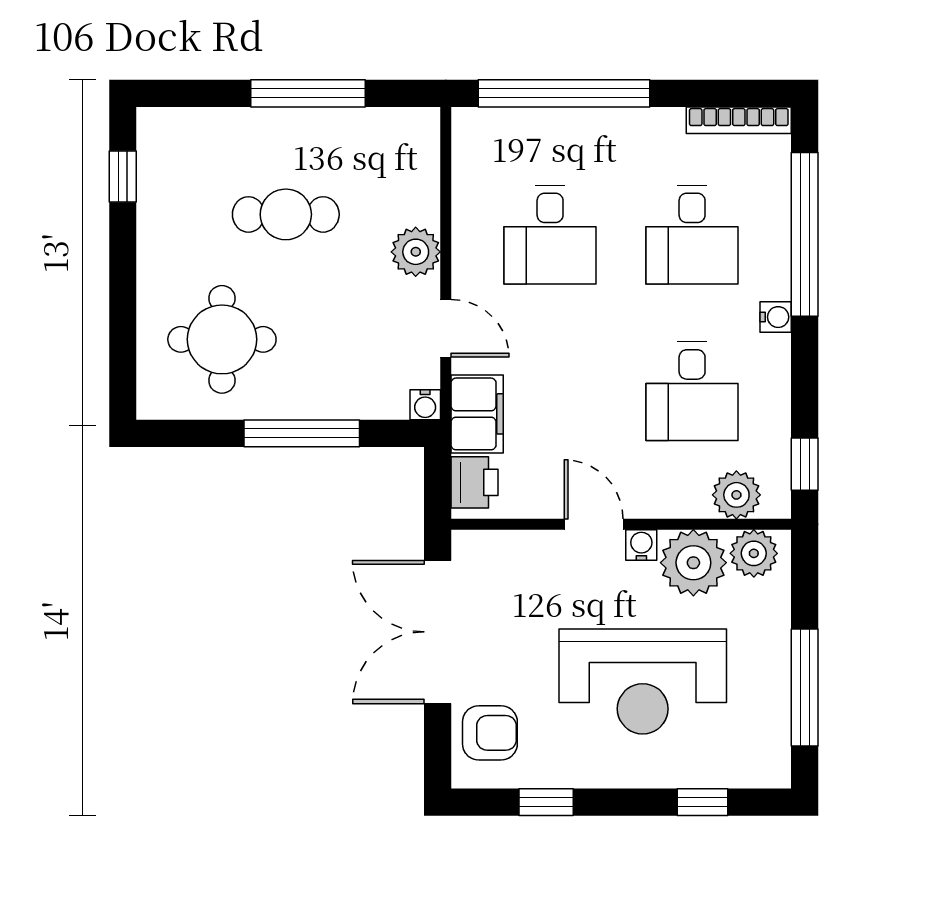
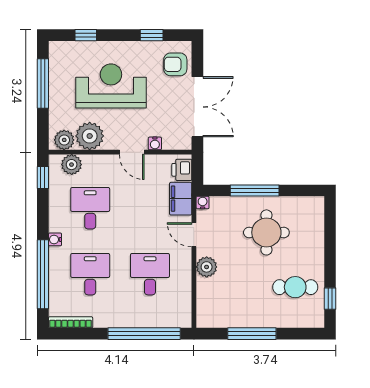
cafe table: (286, 214) -> (295, 287), moved
round table: (222, 339) -> (266, 232), moved
water cooler: (641, 545) -> (155, 143), moved

